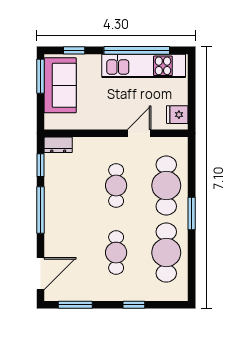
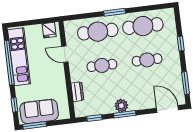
dresser: (58, 145) -> (77, 92), moved
plant: (54, 207) -> (121, 106), added
window: (41, 210) -> (125, 114), width x0.69

